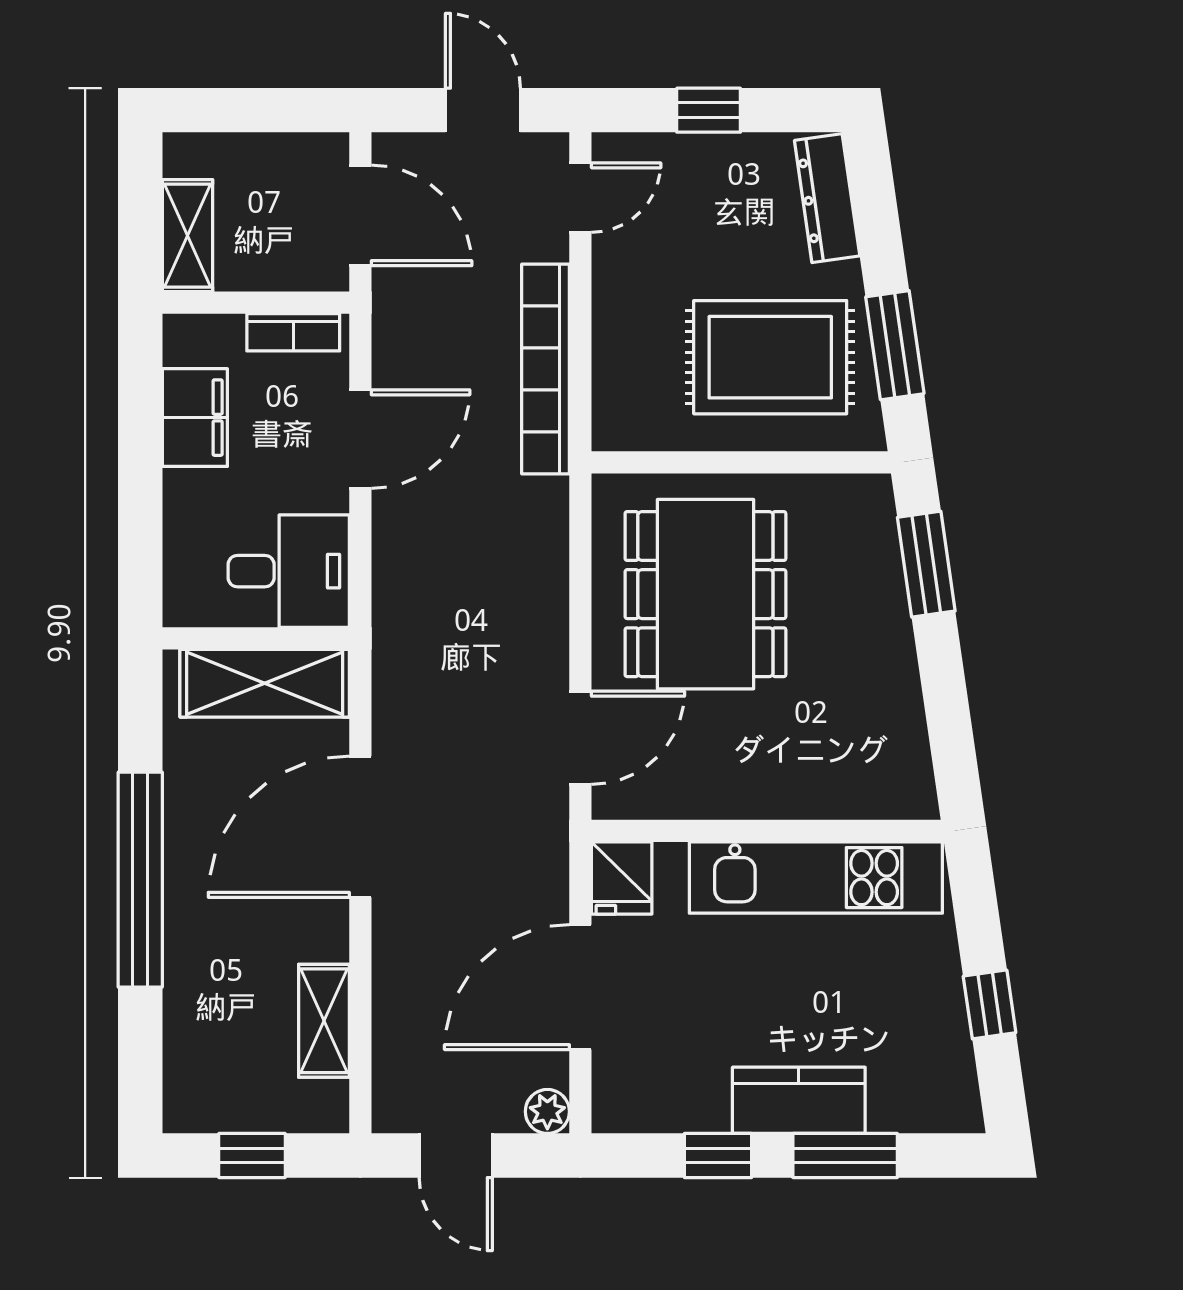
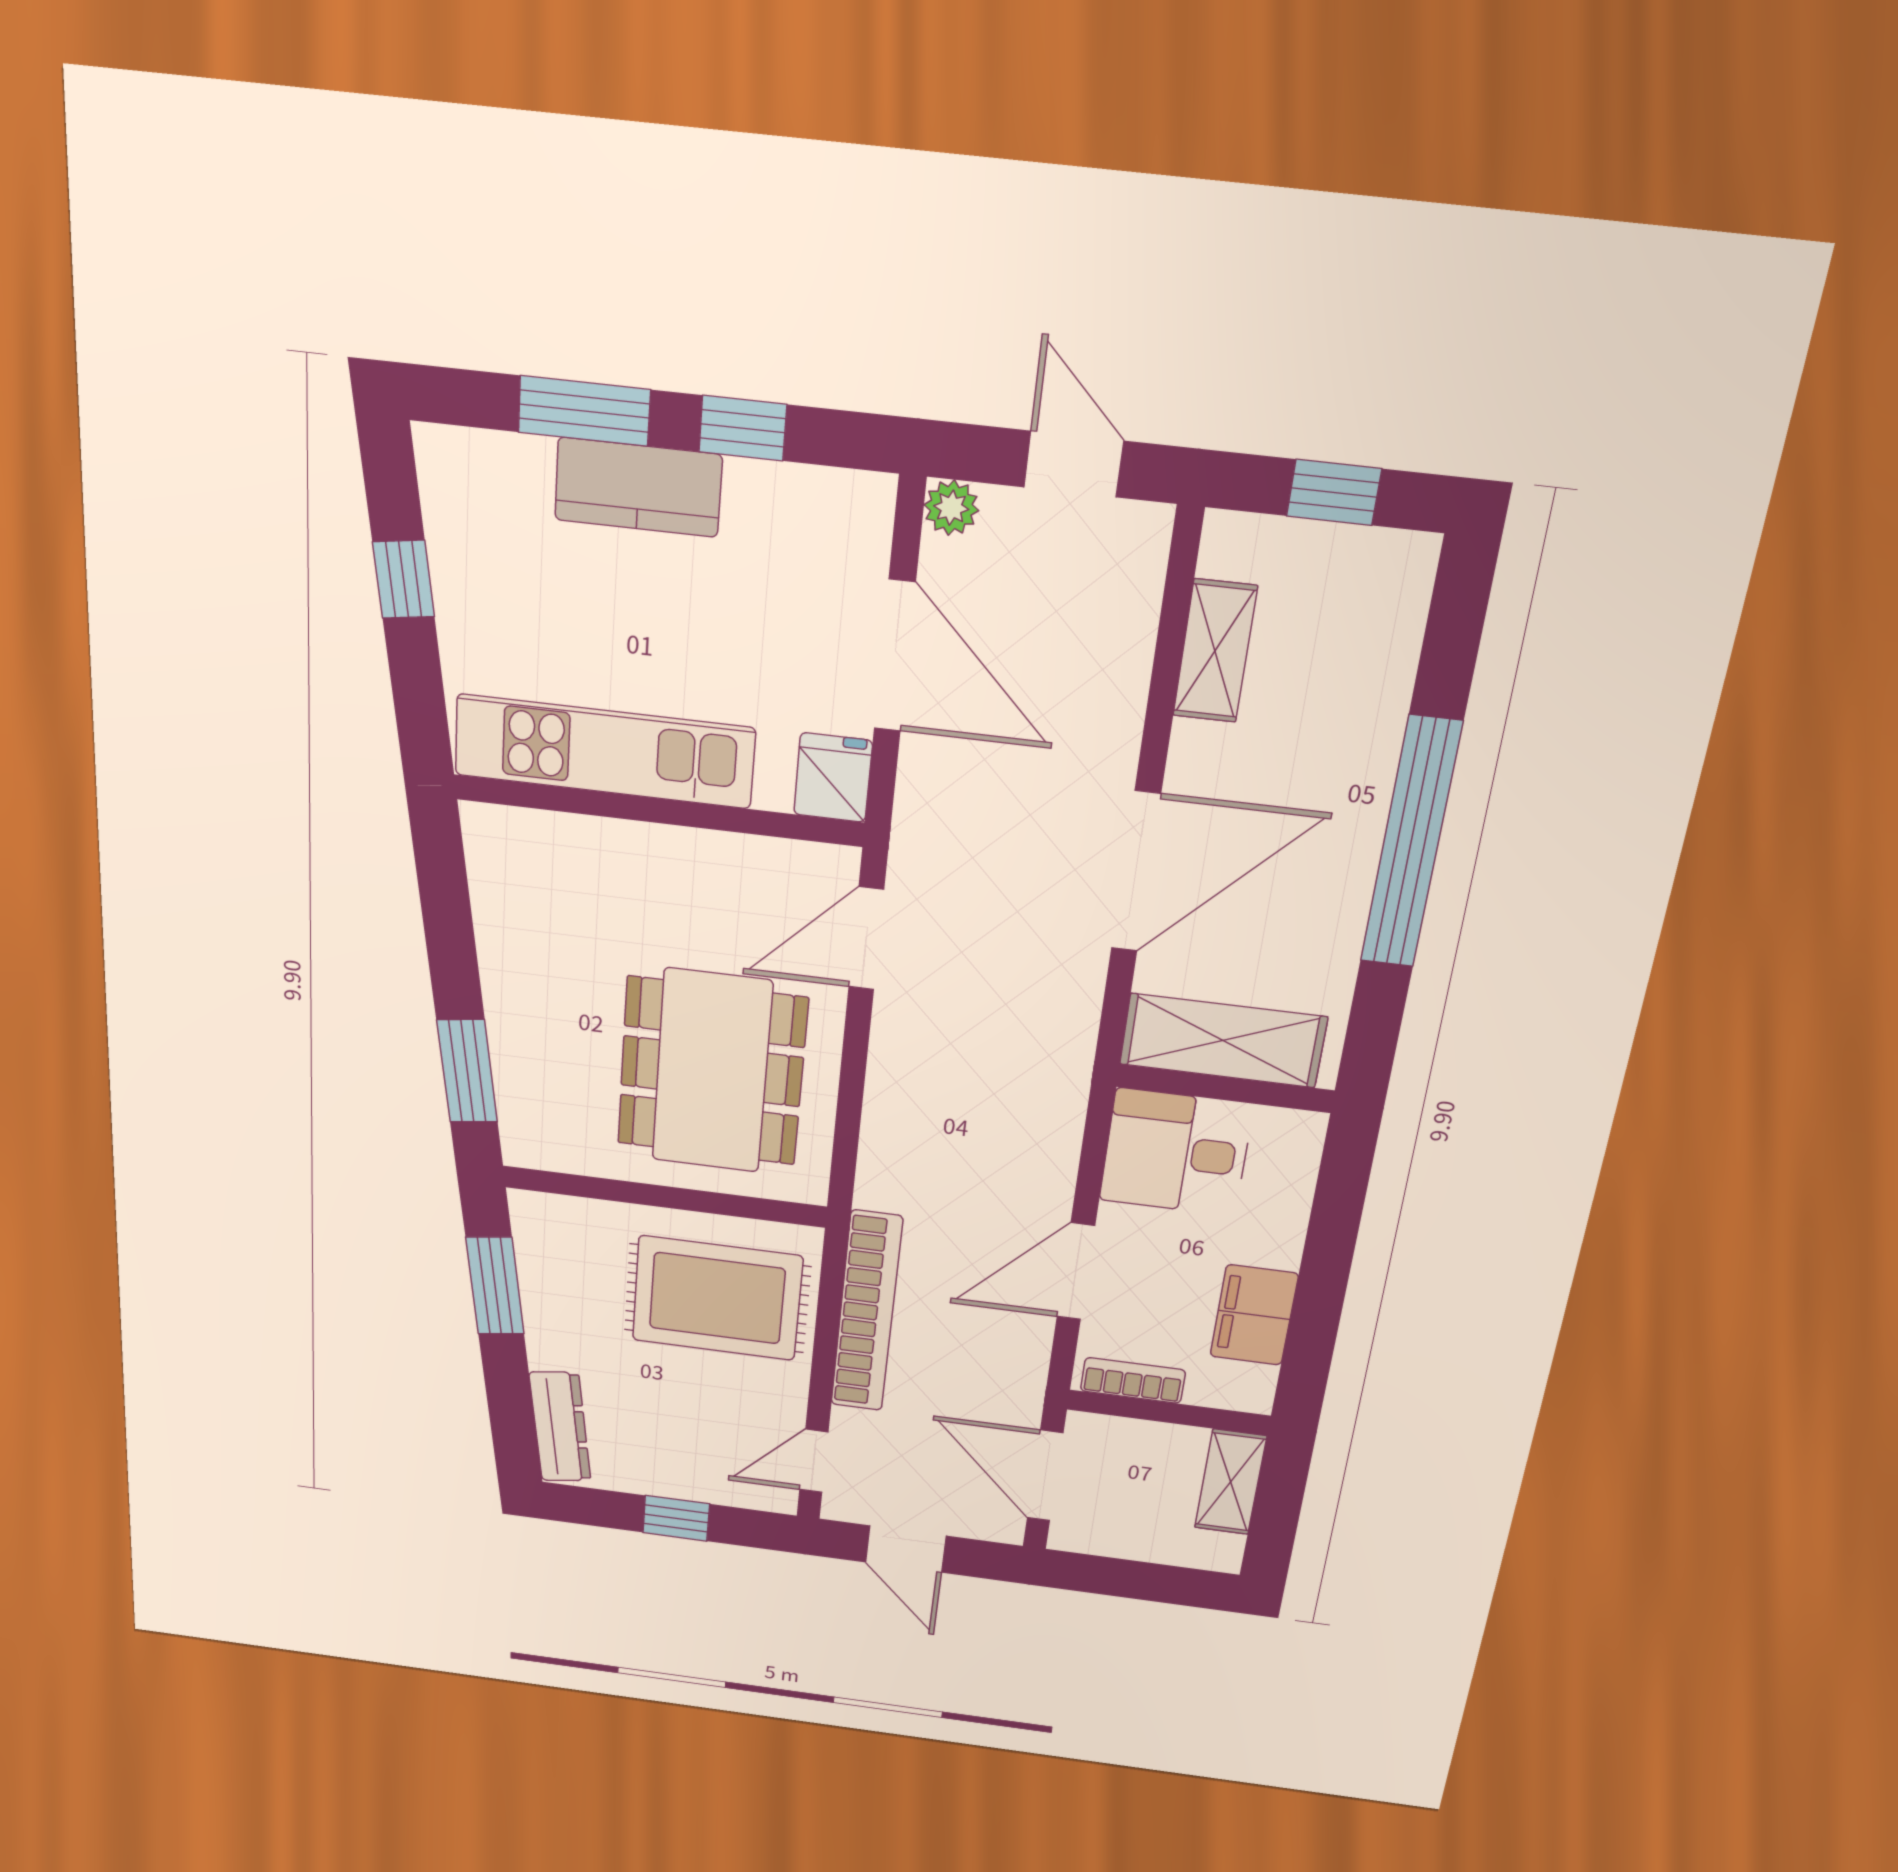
rug: (770, 357) -> (717, 1298), moved
door: (580, 987) -> (895, 656), hinge flipped

